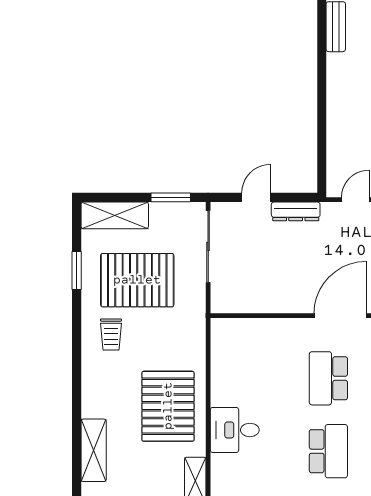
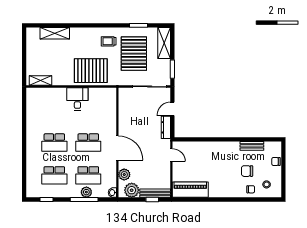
door: (256, 197) -> (172, 109), swing flipped
school desk: (328, 378) -> (88, 143), turned 180
pallet: (168, 406) -> (91, 71), moved
desk: (235, 430) -> (77, 99), moved

